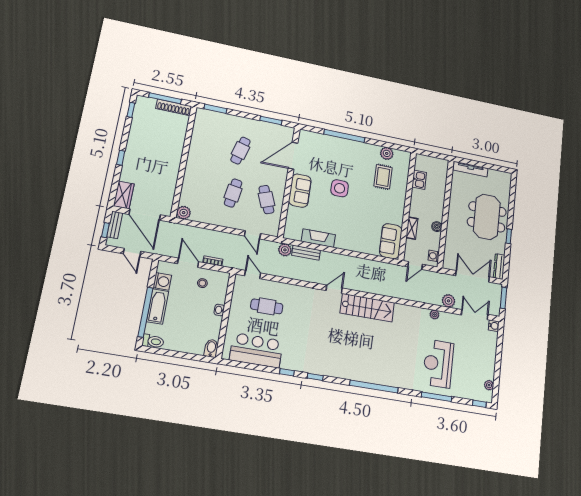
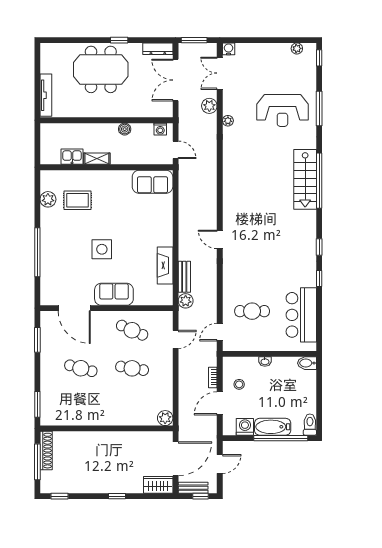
cafe table: (266, 200) -> (132, 330), turned 45
shelving: (412, 228) -> (97, 159), moved
cafe table: (267, 306) -> (252, 311), turned 90
stairs: (367, 308) -> (305, 179), moved, turned 180

